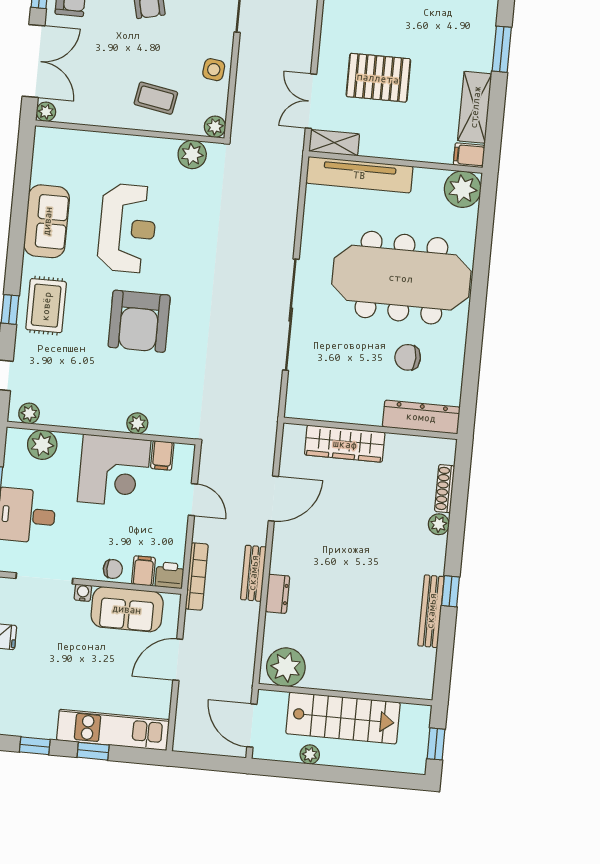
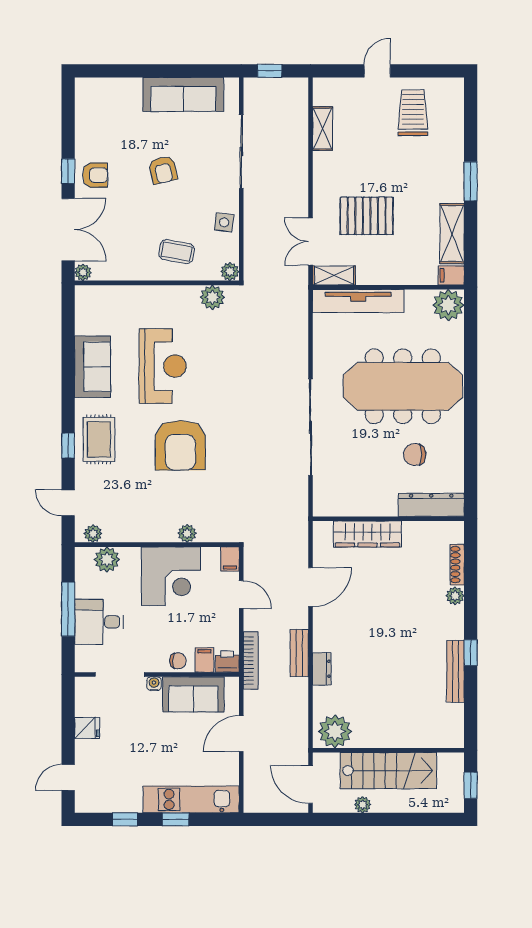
filing cabinet: (162, 455) -> (230, 559), moved

